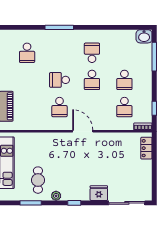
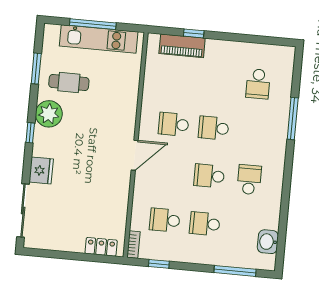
window: (59, 27) -> (293, 119), moved
washbasin: (144, 36) -> (268, 242), moved
school desk: (27, 53) -> (258, 84), turned -90
school desk: (92, 53) -> (249, 180), turned -90
school desk: (60, 80) -> (214, 128), turned -90
plant: (56, 196) -> (49, 114), width x1.87, depth x1.87

